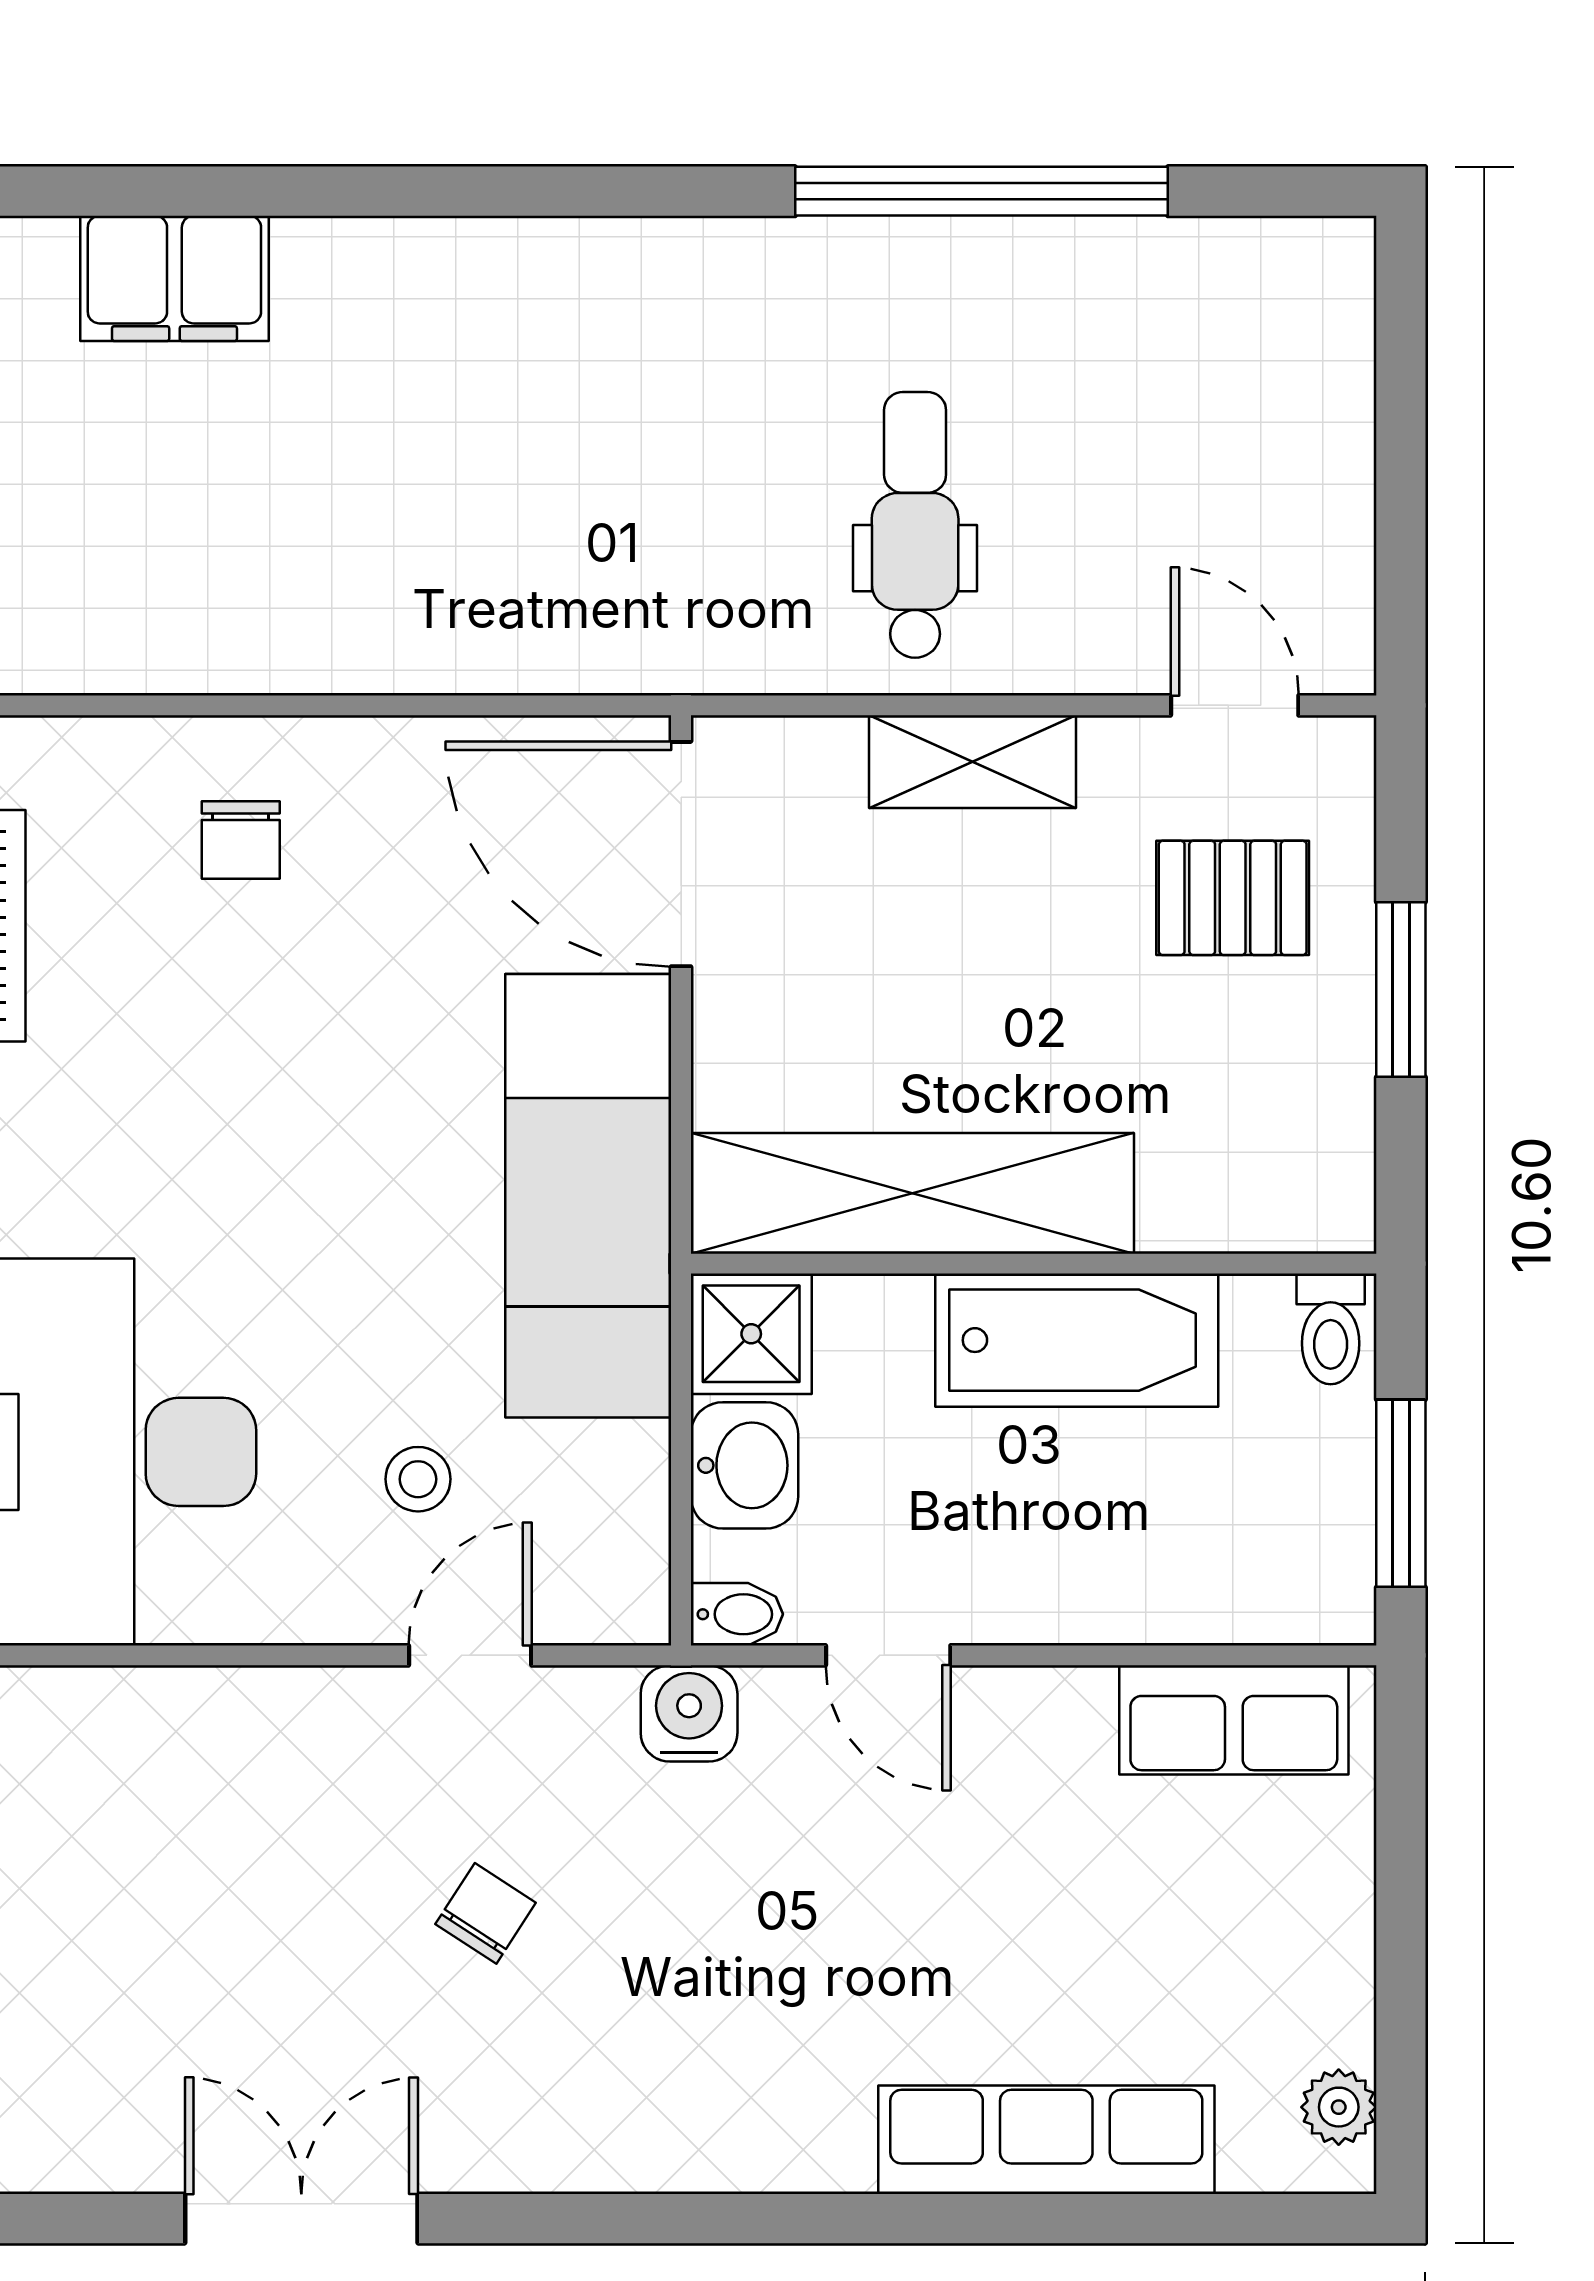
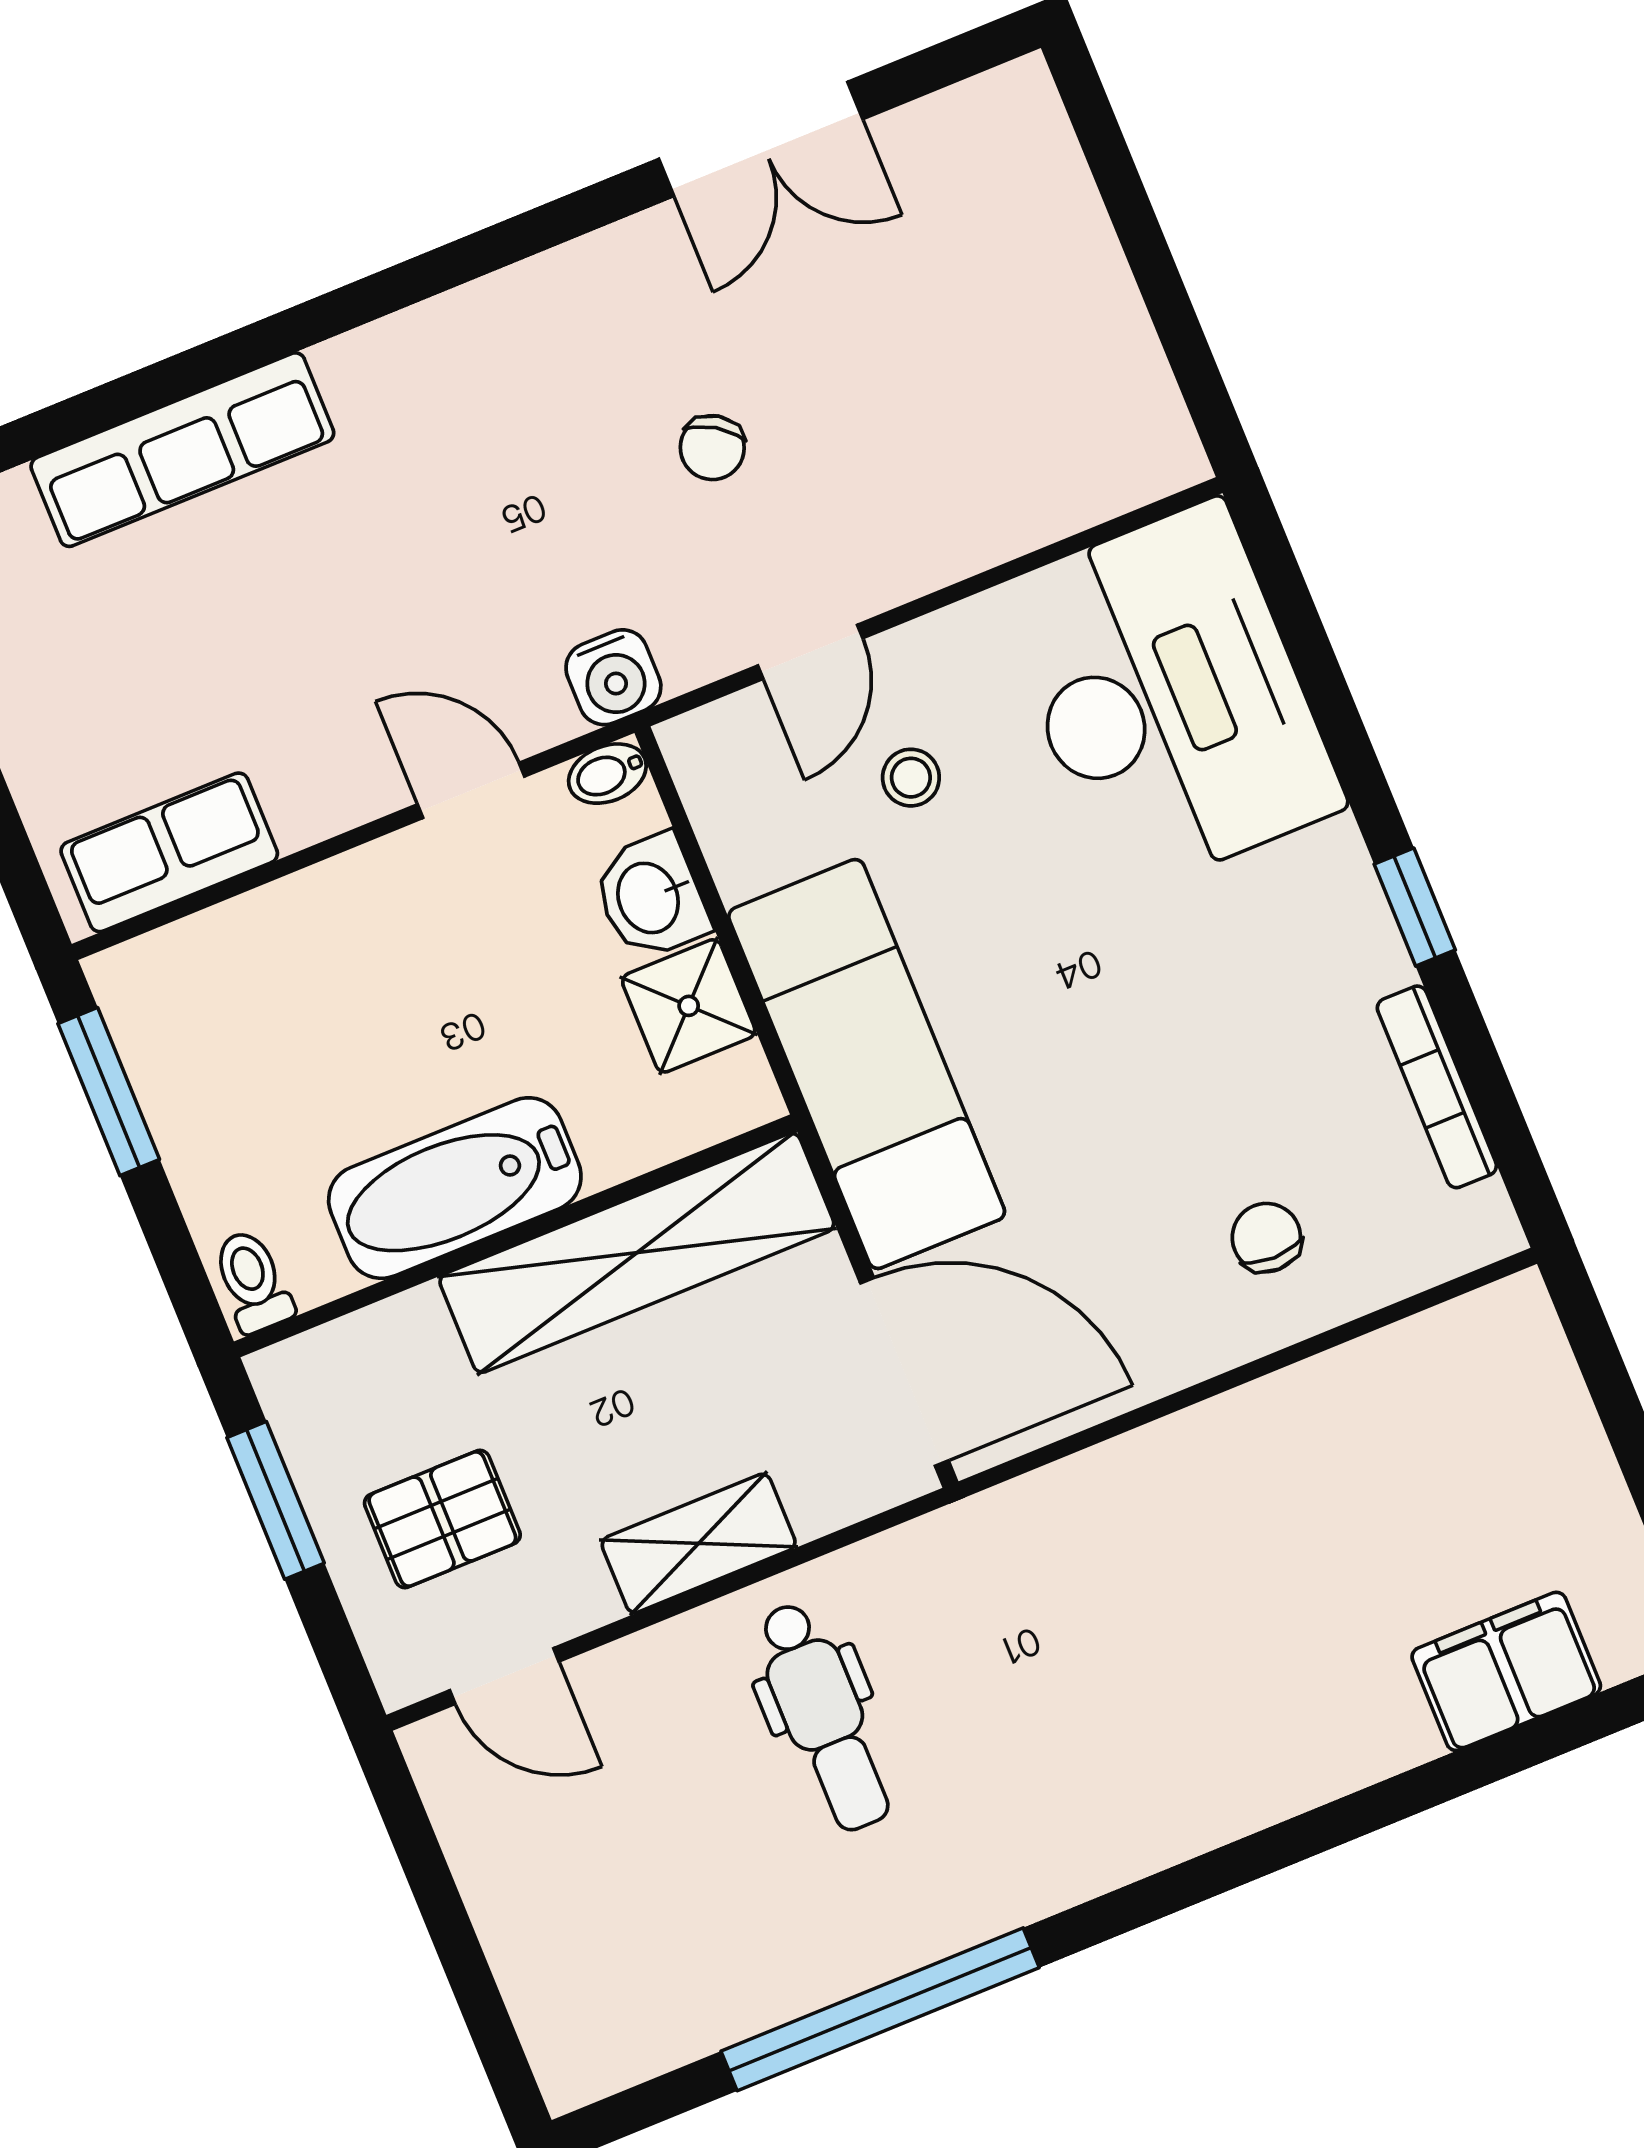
shelving: (912, 1193) -> (637, 1253), moved
wall: (1034, 1264) -> (515, 1236), moved
toilet: (1331, 1329) -> (253, 1281), moved
bathtub: (1077, 1340) -> (455, 1188), moved

